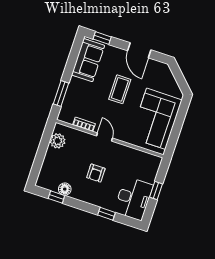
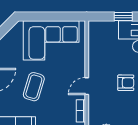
coffee table: (120, 89) -> (34, 87), turned -73

